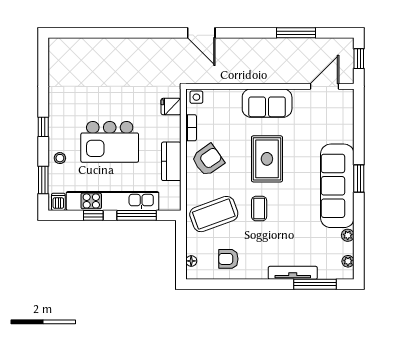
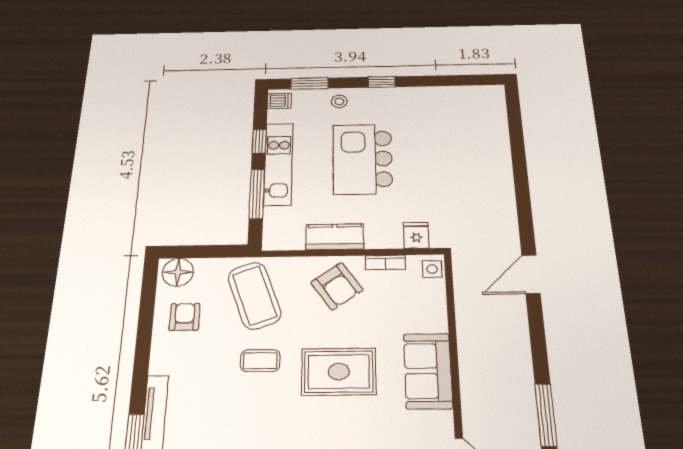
kitchen unit: (113, 201) -> (278, 164), width x0.73
floor lamp: (191, 261) -> (178, 272), width x1.89, depth x1.89

